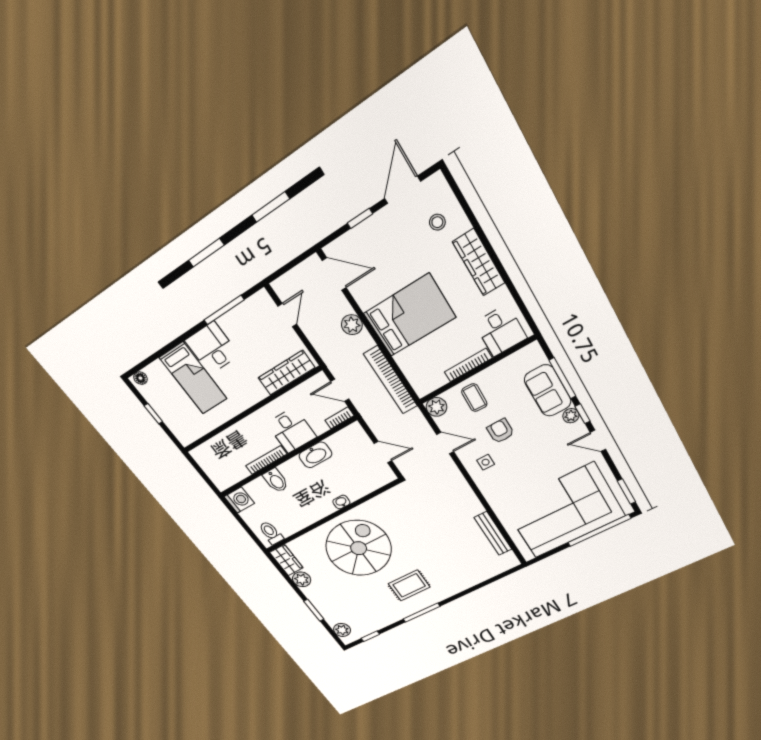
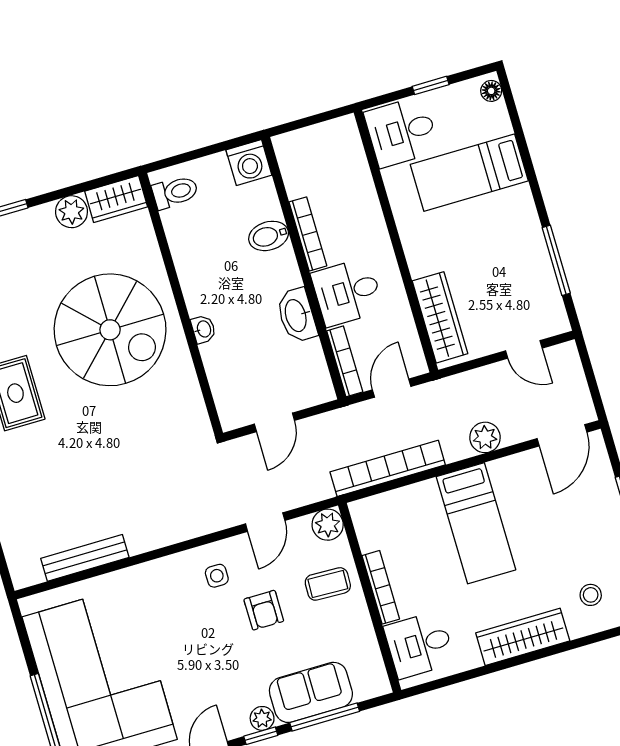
bed: (410, 315) -> (476, 523), width x0.67
desk: (212, 348) -> (402, 132), moved, turned 180
bookcase: (339, 418) -> (345, 361), width x1.56
armchair: (501, 431) -> (264, 610), turned 90

